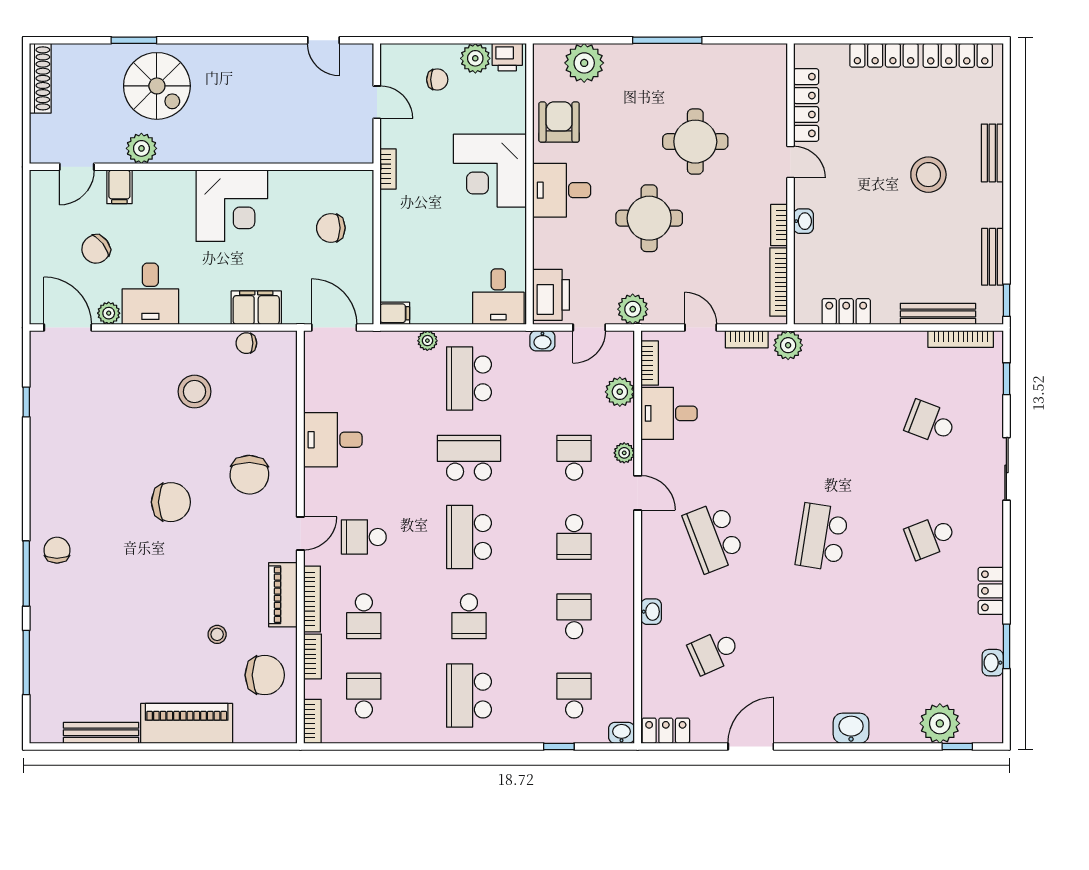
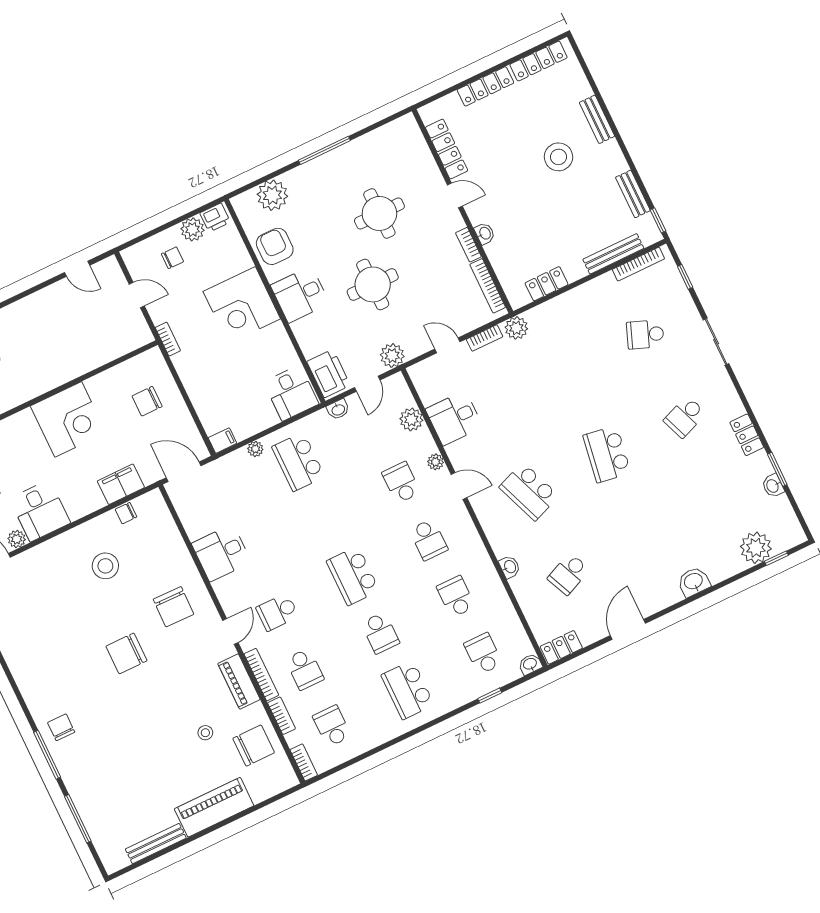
bookcase: (650, 363) -> (423, 389), removed
school desk: (469, 458) -> (326, 519), removed
chair: (171, 502) -> (127, 653), turned 180

